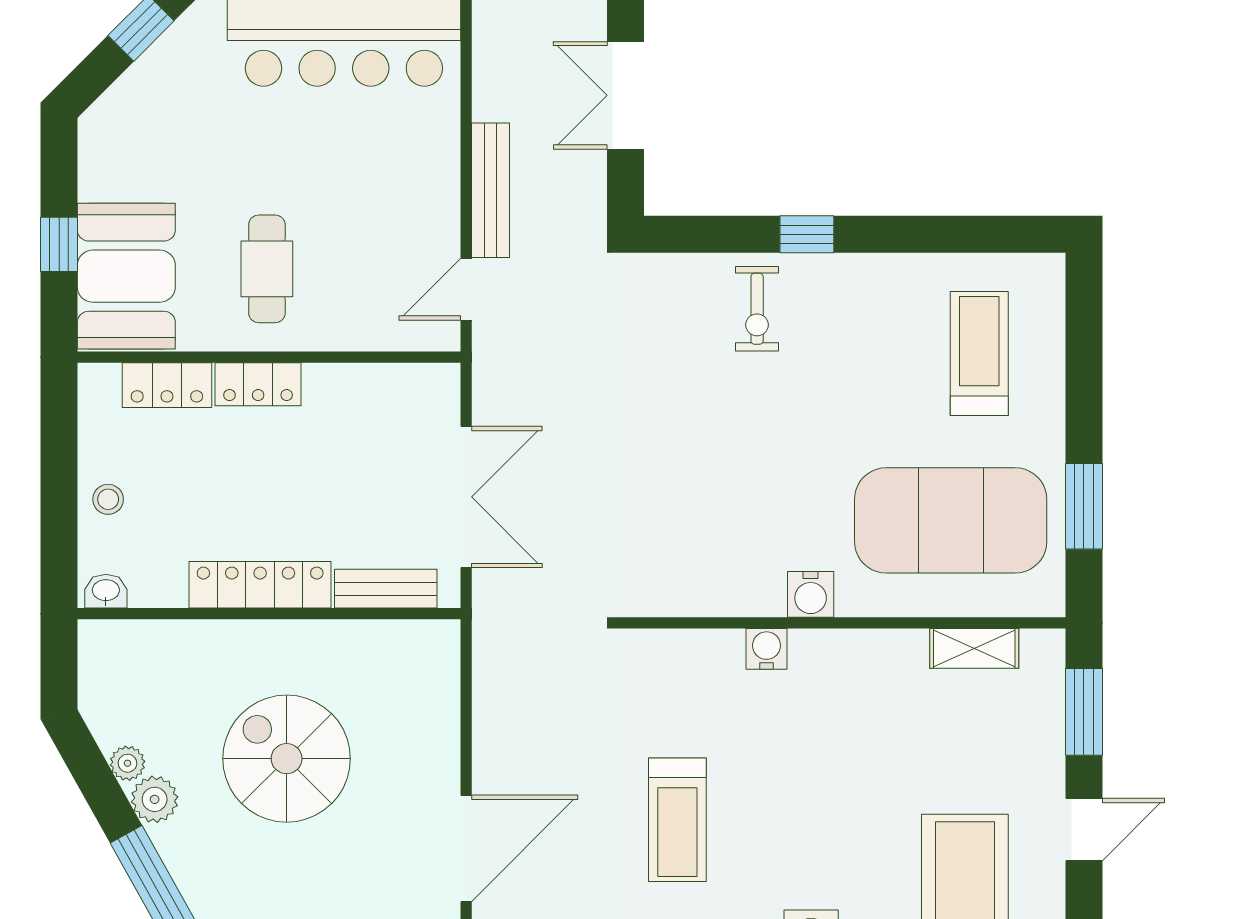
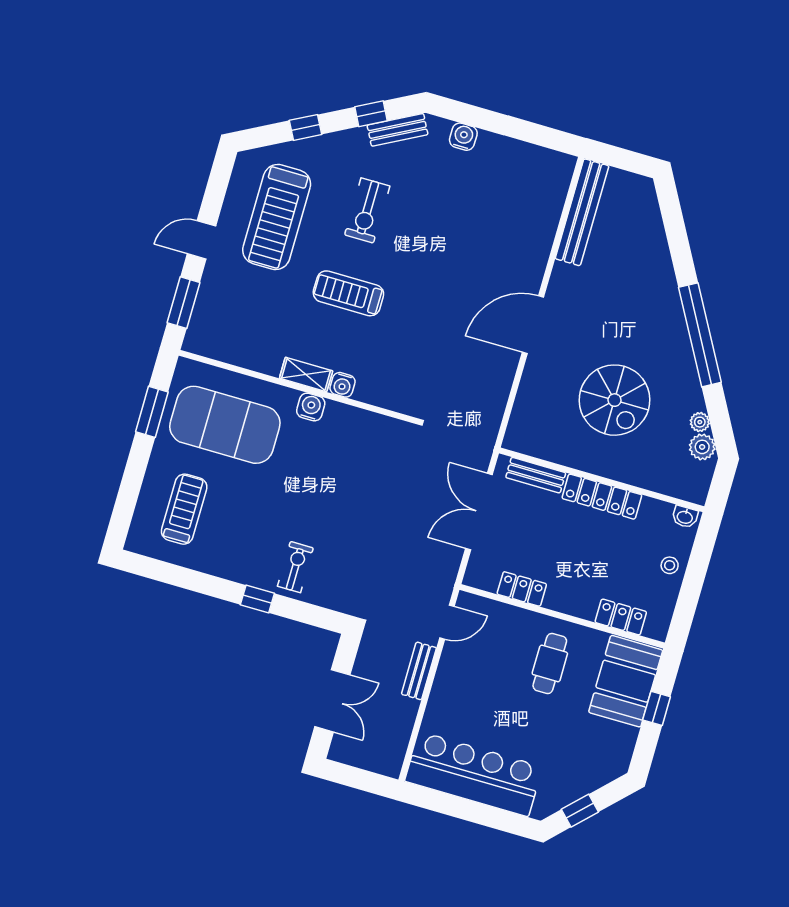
bench: (490, 190) -> (419, 671), width x0.73
treadmill: (979, 354) -> (184, 509), turned 180
locker: (258, 384) -> (522, 589), moved
shelving: (974, 648) -> (306, 375), moved
plant: (155, 799) -> (702, 447), moved
treadmill: (677, 820) -> (348, 293), moved, turned -90

